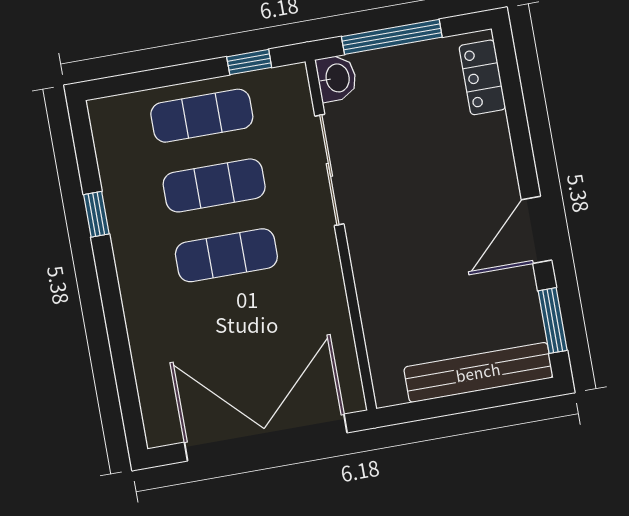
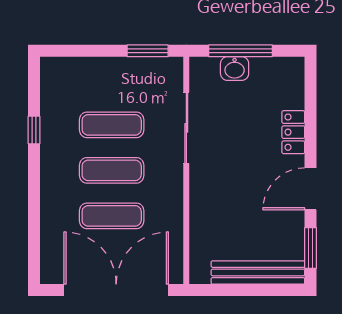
window: (249, 62) -> (148, 51), width x1.50
locker: (482, 77) -> (293, 132), moved
washbasin: (337, 78) -> (235, 68), moved, turned 90
exercise mat: (202, 116) -> (112, 216), moved

